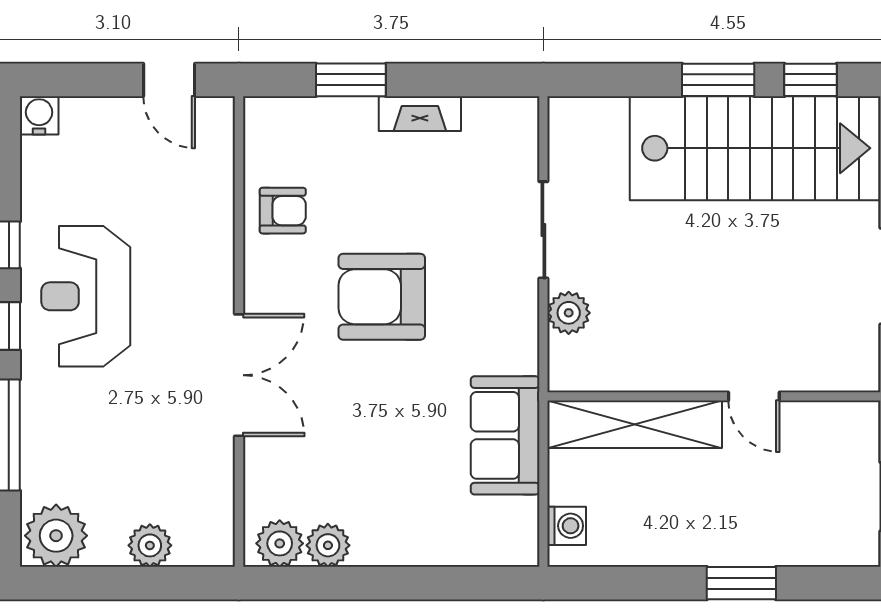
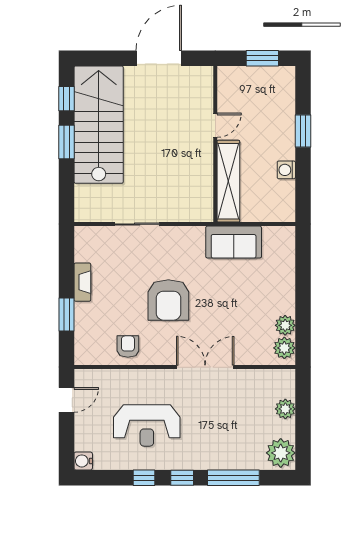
reception desk: (86, 296) -> (147, 425), moved
plant: (569, 313) -> (176, 212), removed
washing machine: (567, 526) -> (286, 170), moved, turned -90

